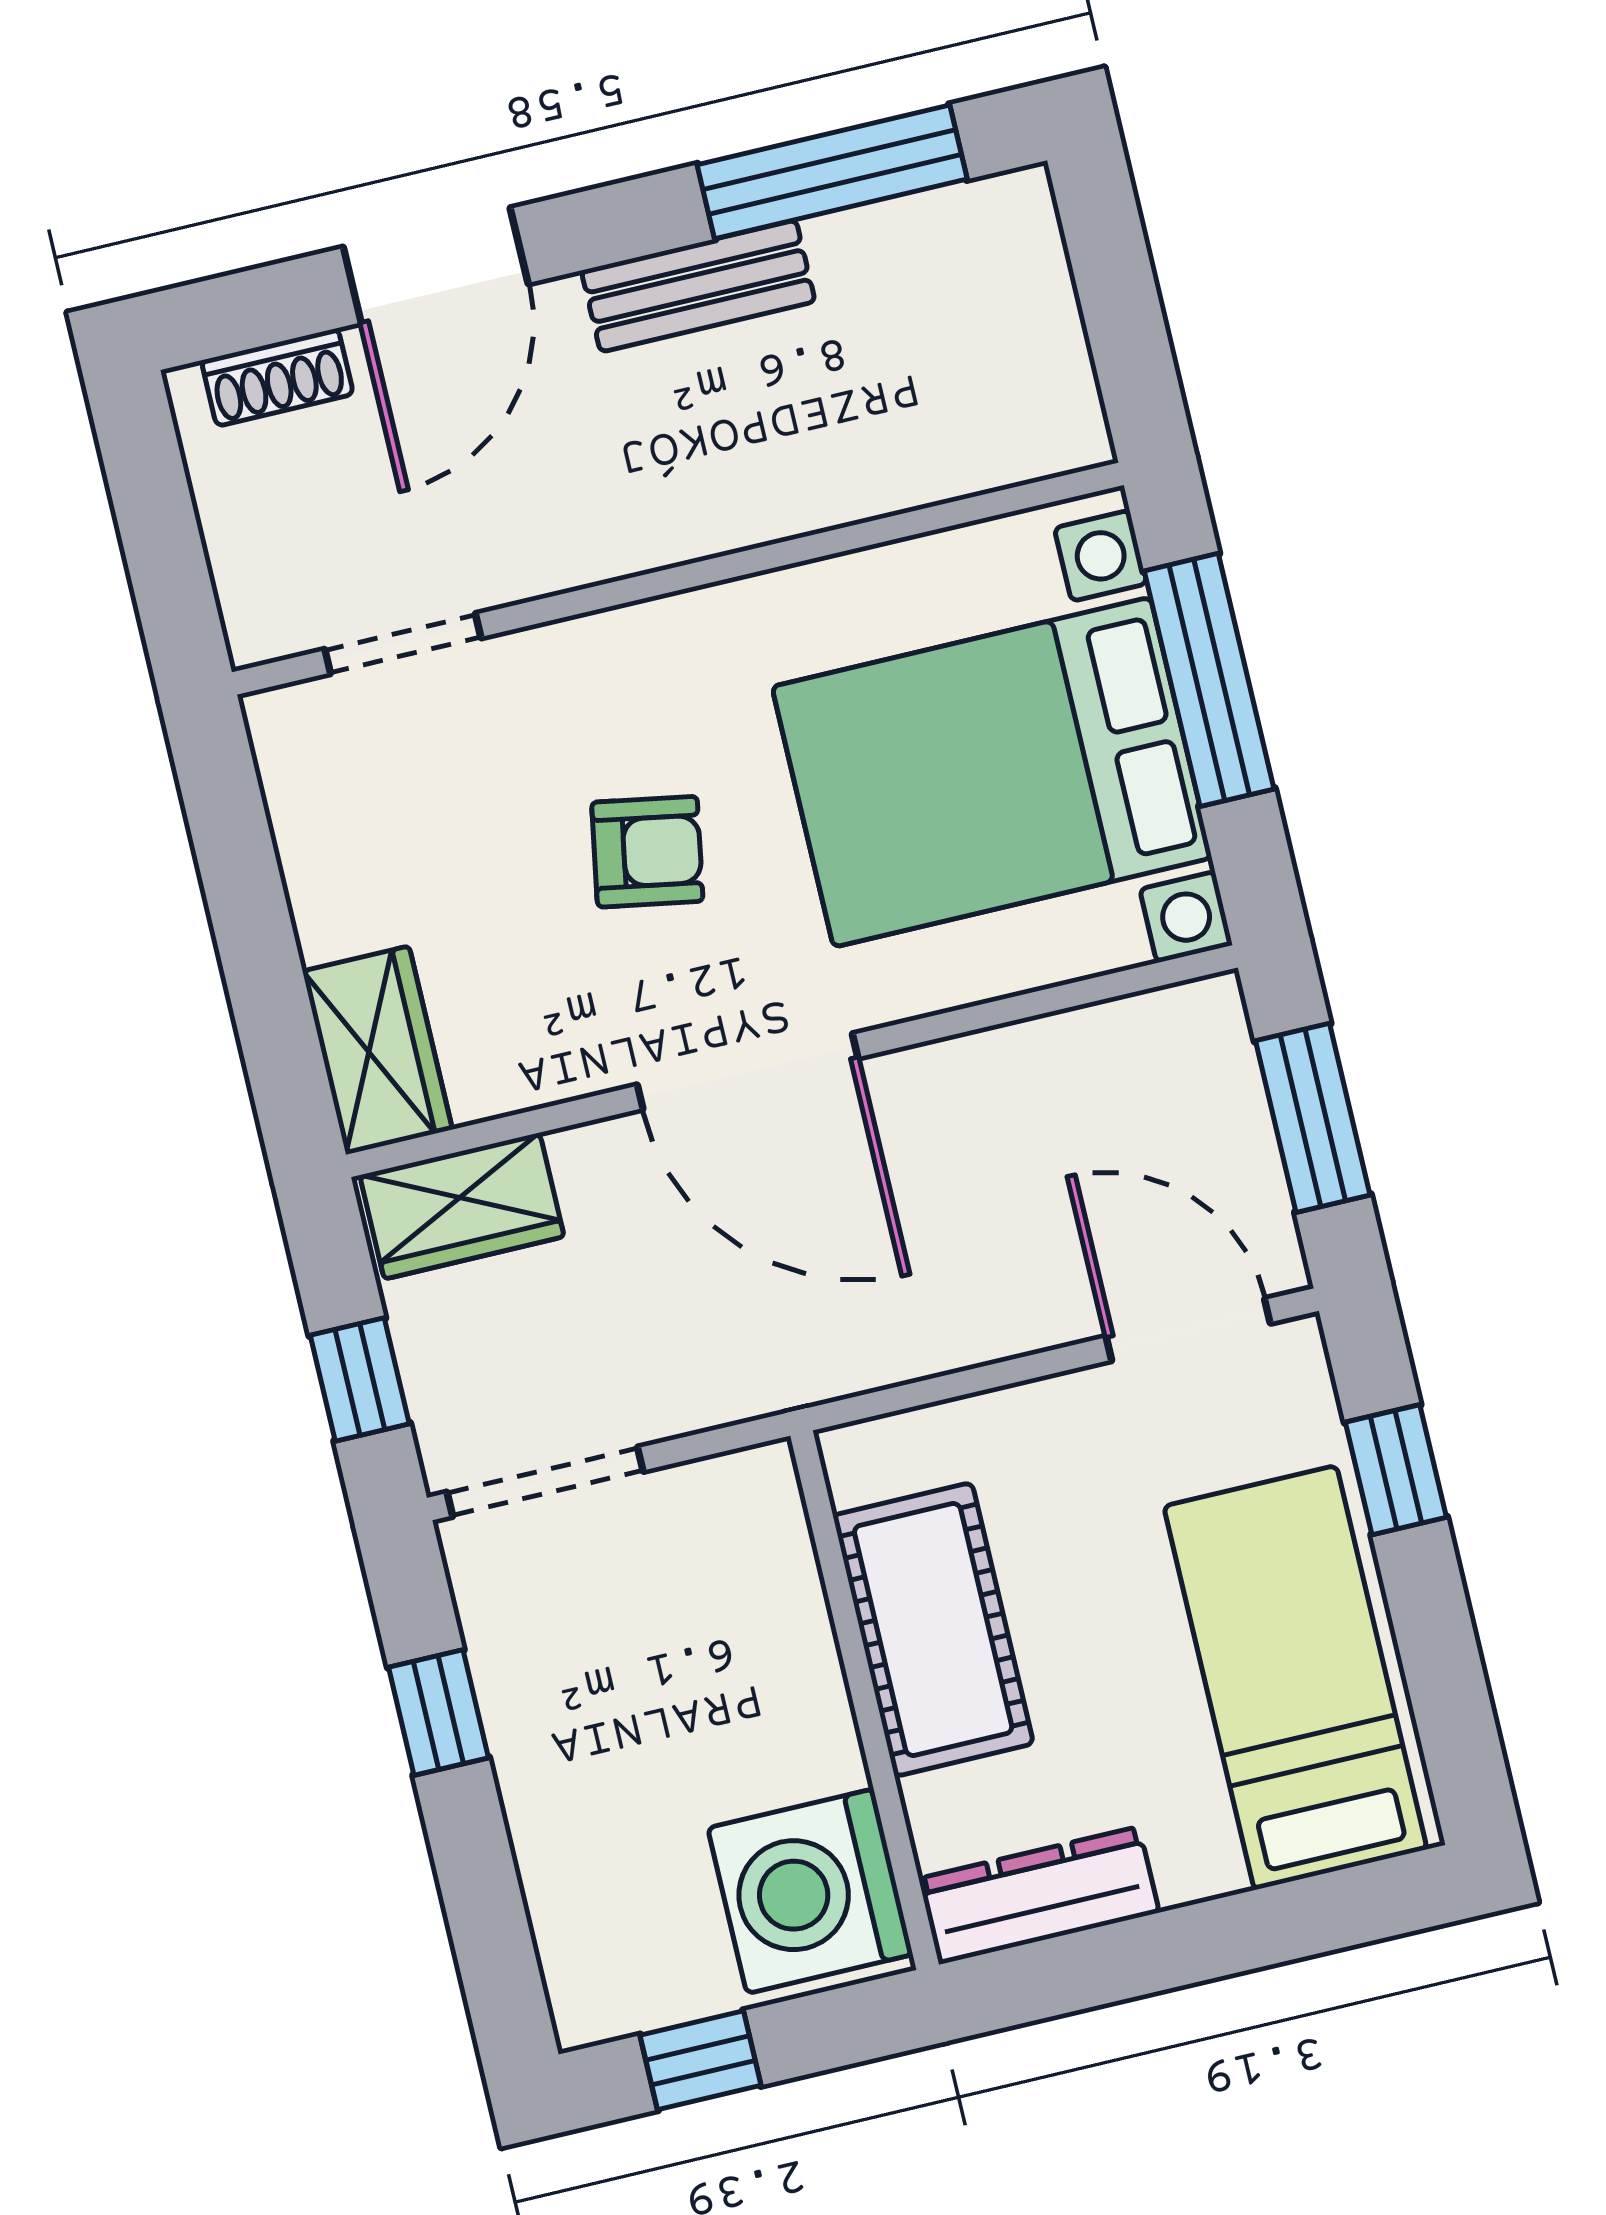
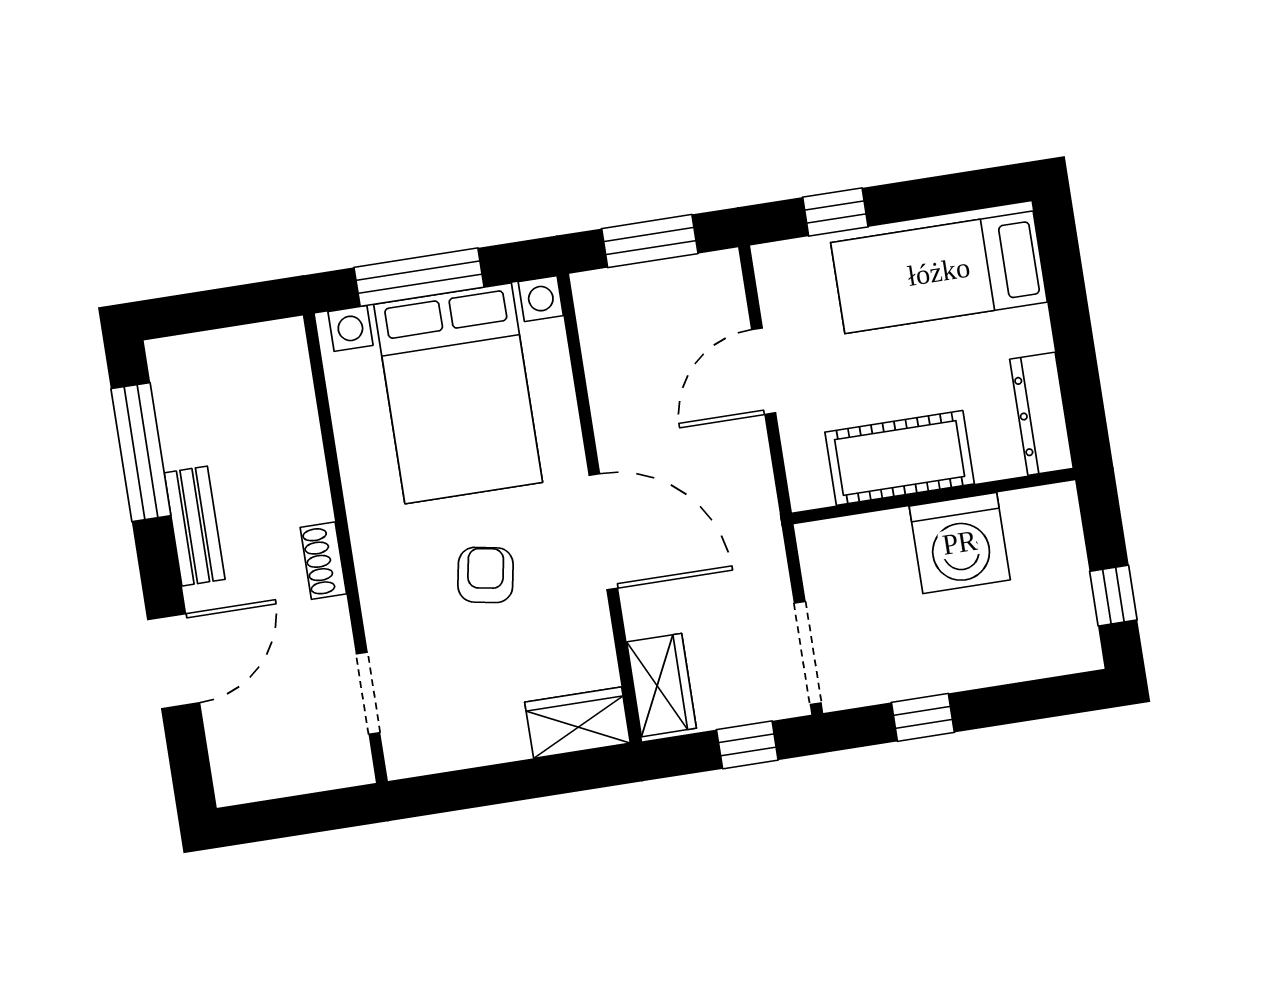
door: (436, 266) -> (174, 661), hinge flipped
shoe rack: (277, 377) -> (323, 561), moved, turned 180
door: (748, 1072) -> (603, 532), hinge flipped
door: (1188, 1330) -> (764, 371), moved
washing machine: (810, 1891) -> (960, 543), moved

